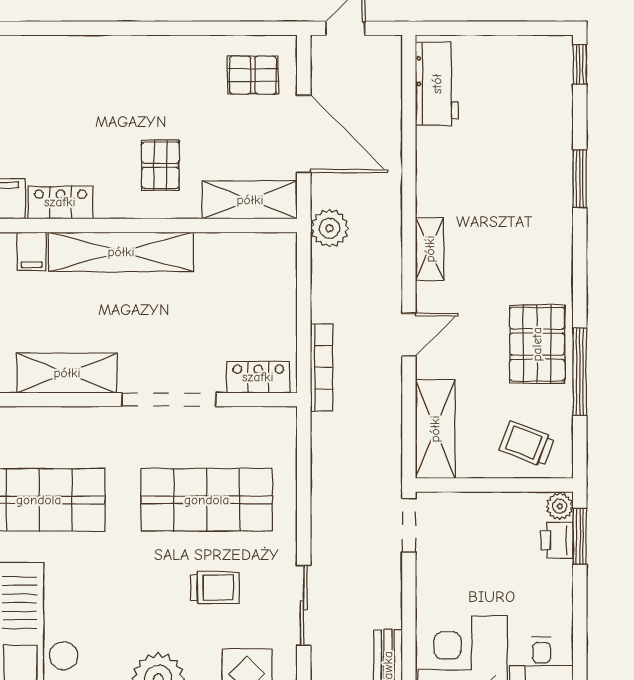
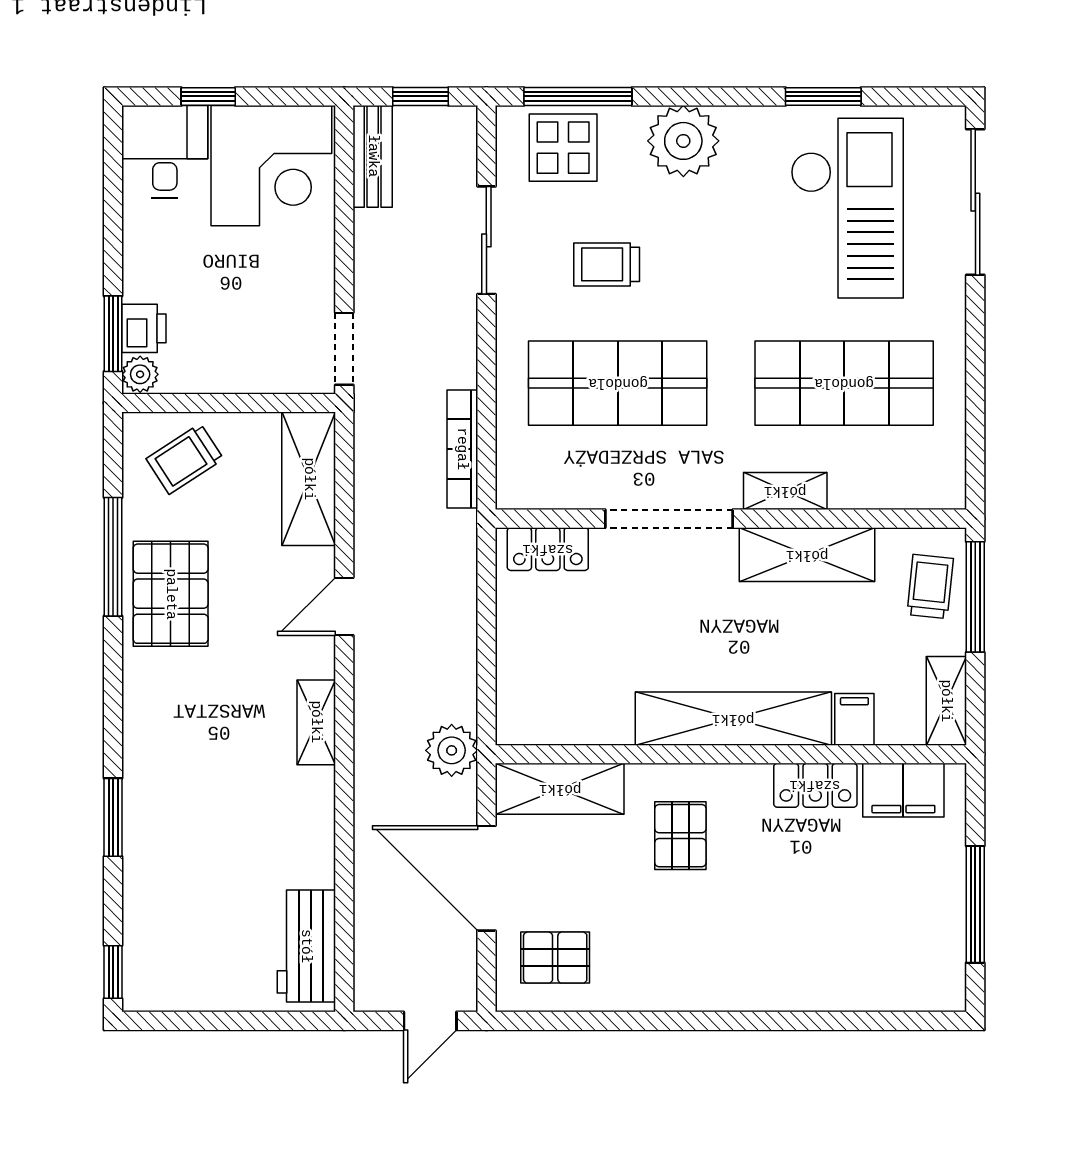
bookcase: (321, 367) -> (462, 449), moved
shelving: (83, 420) -> (785, 491), added
trolley: (527, 444) -> (185, 459), turned 126

